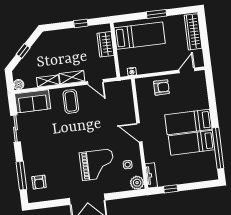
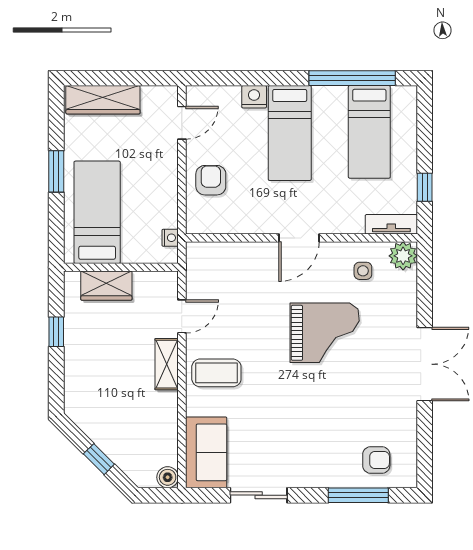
door: (187, 70) -> (182, 123), swing flipped
shelving: (48, 81) -> (168, 415), removed
nightstand: (203, 103) -> (254, 97), added
bed: (192, 143) -> (369, 132), moved
grand piano: (97, 165) -> (325, 333), moved, turned 90

